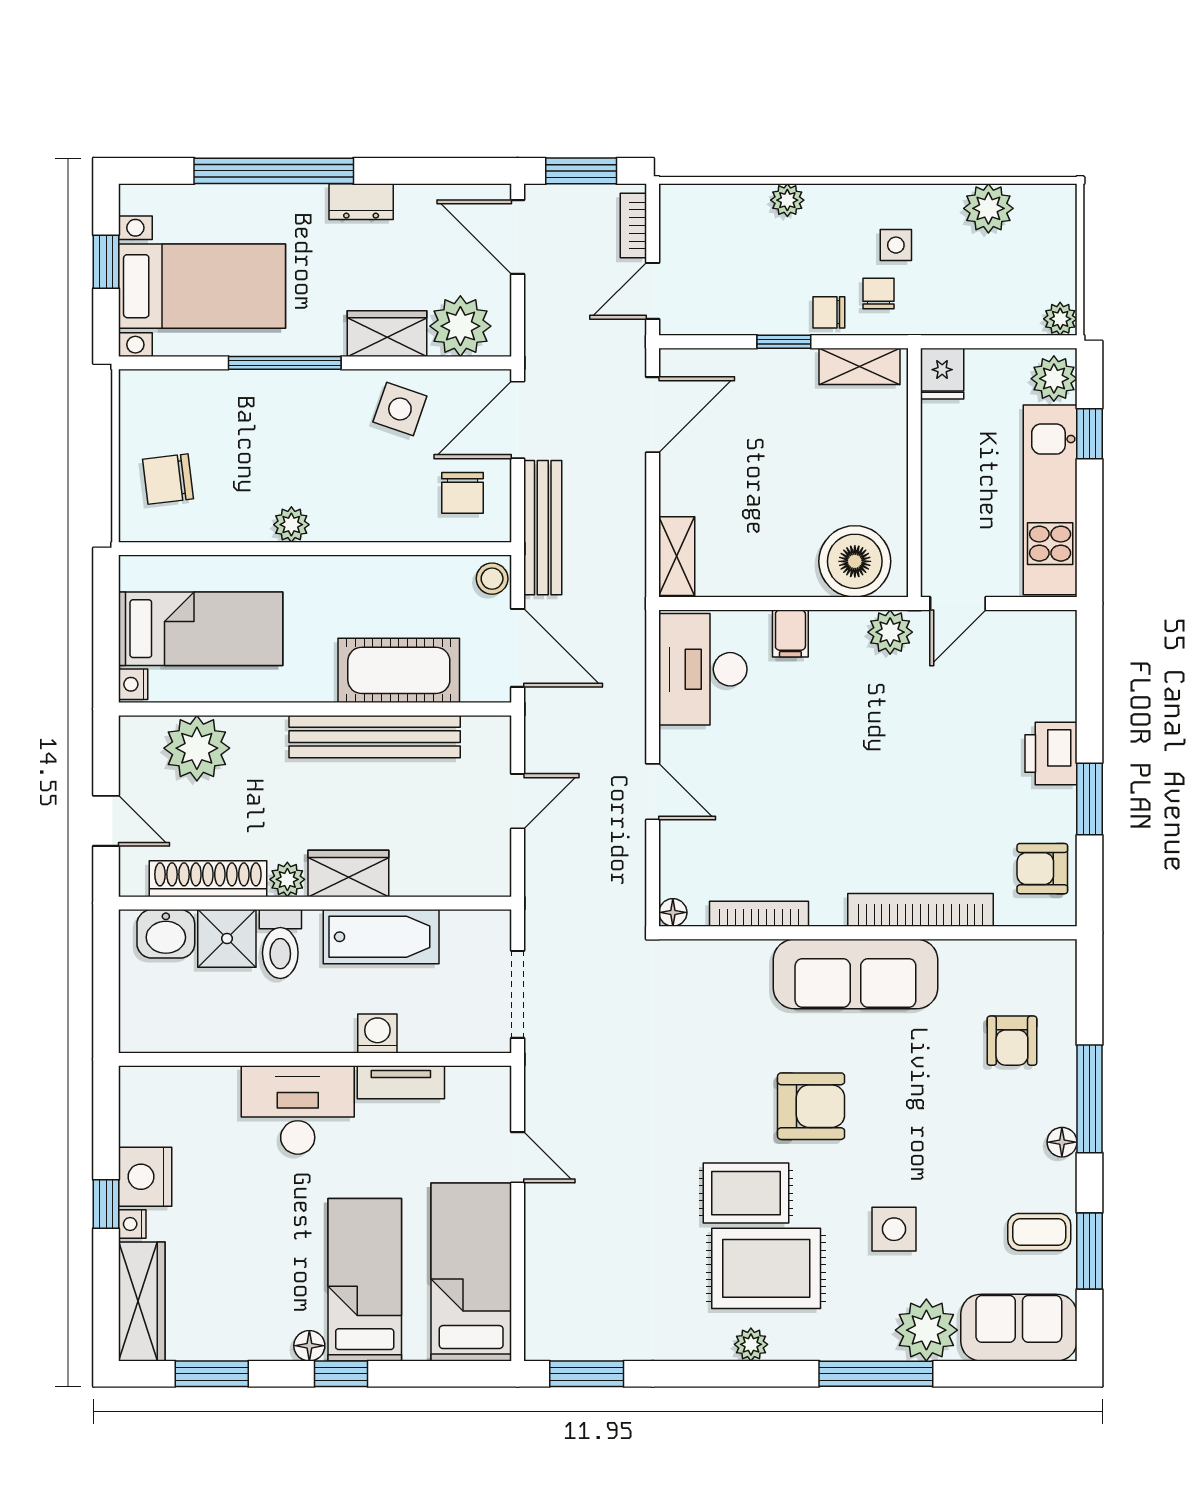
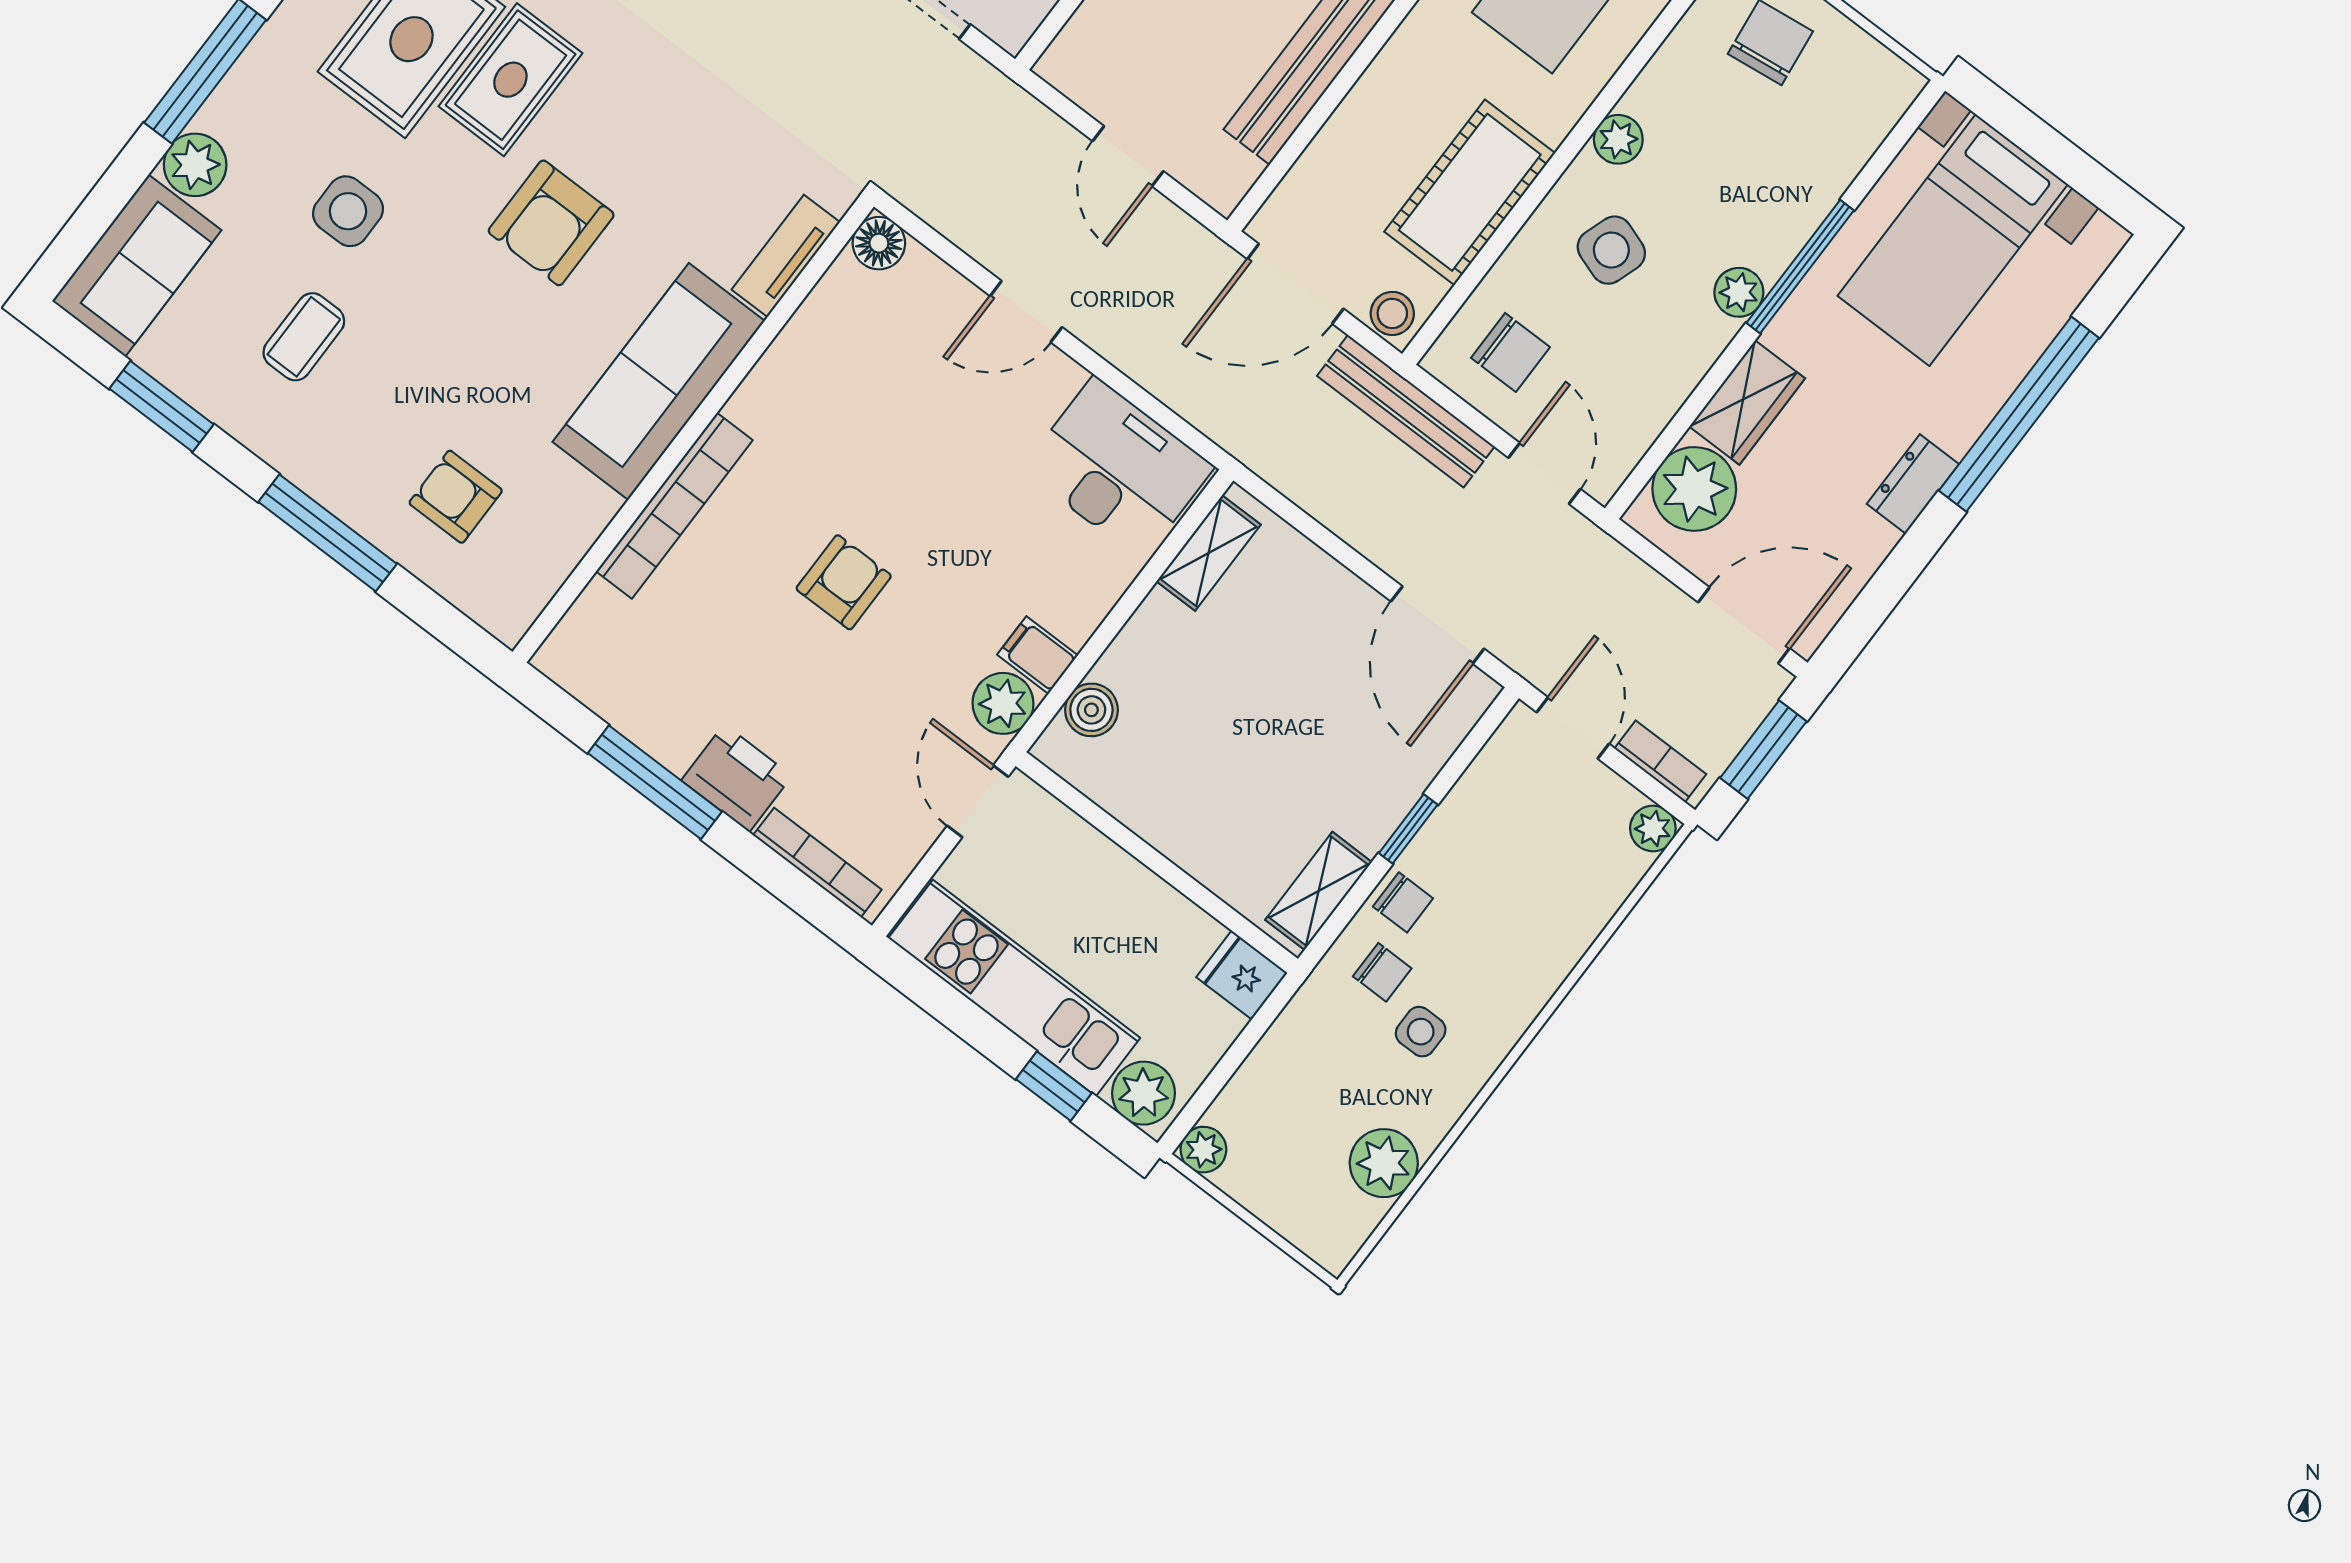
plant: (787, 200) -> (1653, 828), moved
window: (106, 262) -> (2059, 156), removed
chair: (829, 312) -> (1403, 902), turned 90
plant: (327, 387) -> (1739, 292), added
side table: (400, 409) -> (1611, 250), moved
door: (518, 420) -> (1544, 473), width x0.73
chair: (463, 493) -> (1510, 352), turned 180
shelving: (677, 556) -> (1209, 553), moved, turned 90
boiler: (855, 561) -> (1091, 710), width x0.54, depth x0.54
filing cabinet: (790, 633) -> (1038, 655), moved
cot: (399, 670) -> (1470, 192), moved
window: (1090, 799) -> (655, 782), width x1.44
armchair: (1042, 869) -> (844, 582), moved
floor lamp: (673, 912) -> (879, 243), width x1.37, depth x1.37
bookcase: (759, 914) -> (817, 862), moved, turned -90
tv unit: (727, 956) -> (786, 256), added
floor lamp: (1062, 1142) -> (303, 467), removed
coffee table: (1039, 1232) -> (304, 337), moved
plant: (926, 1330) -> (195, 165), width x0.73, depth x0.73

